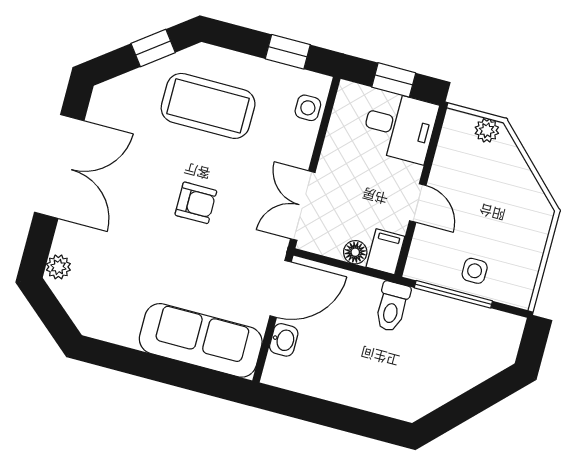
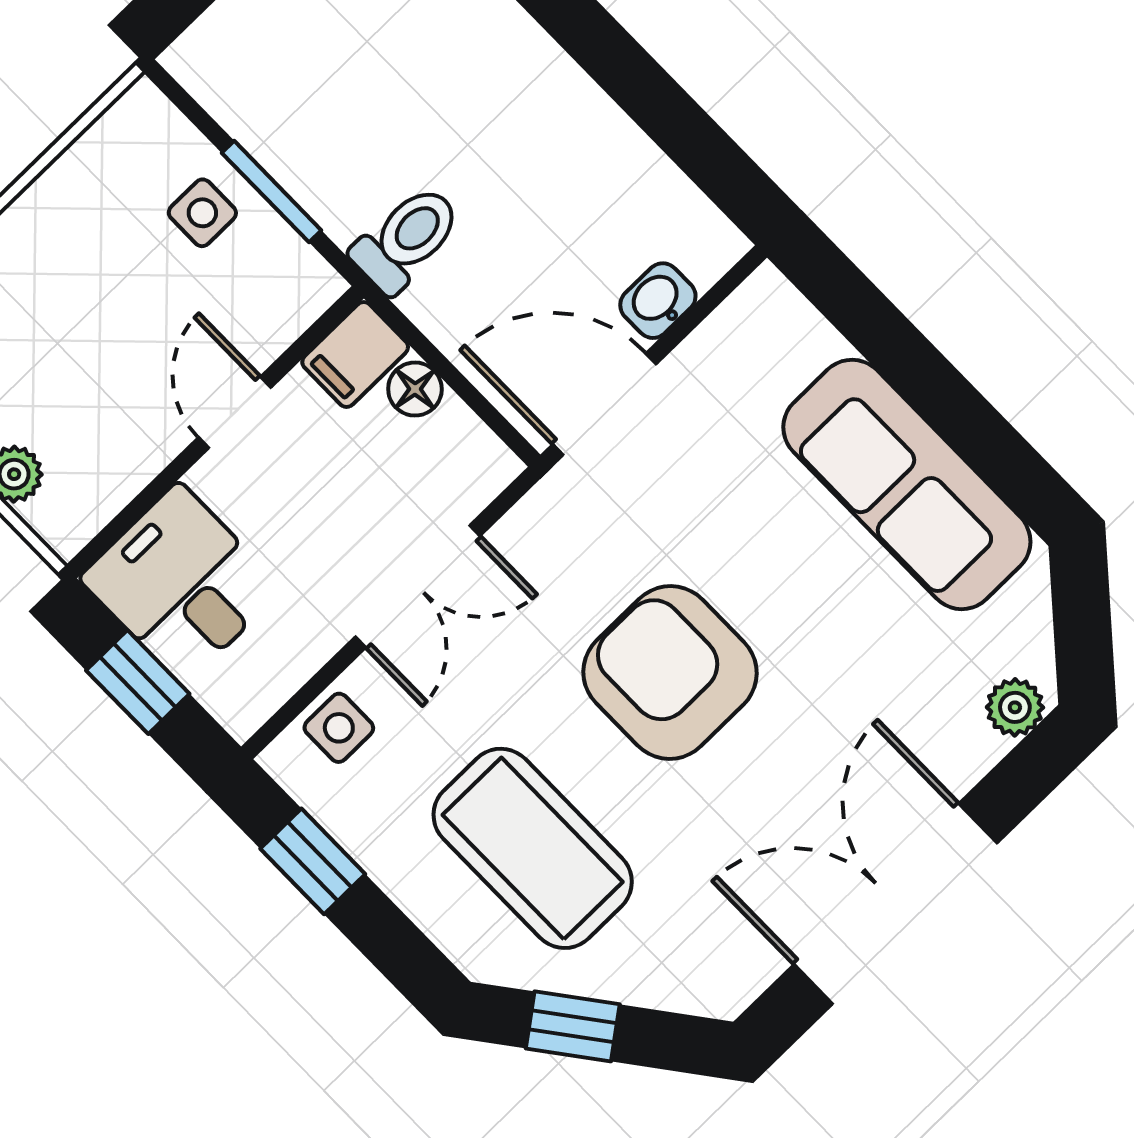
armchair: (196, 203) -> (670, 672), width x1.88, depth x1.88
double door: (303, 206) -> (418, 586), moved
window: (453, 294) -> (272, 192), width x0.69
sofa: (201, 340) -> (907, 484), moved

